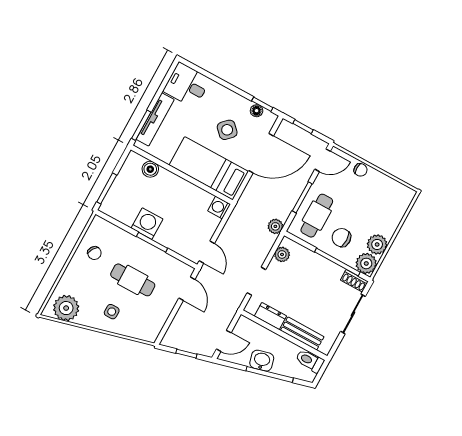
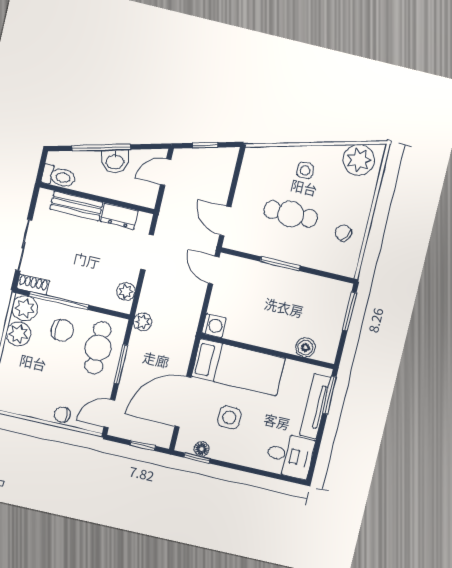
side table: (227, 130) -> (229, 417), turned 45
washing machine: (147, 224) -> (292, 284), removed

